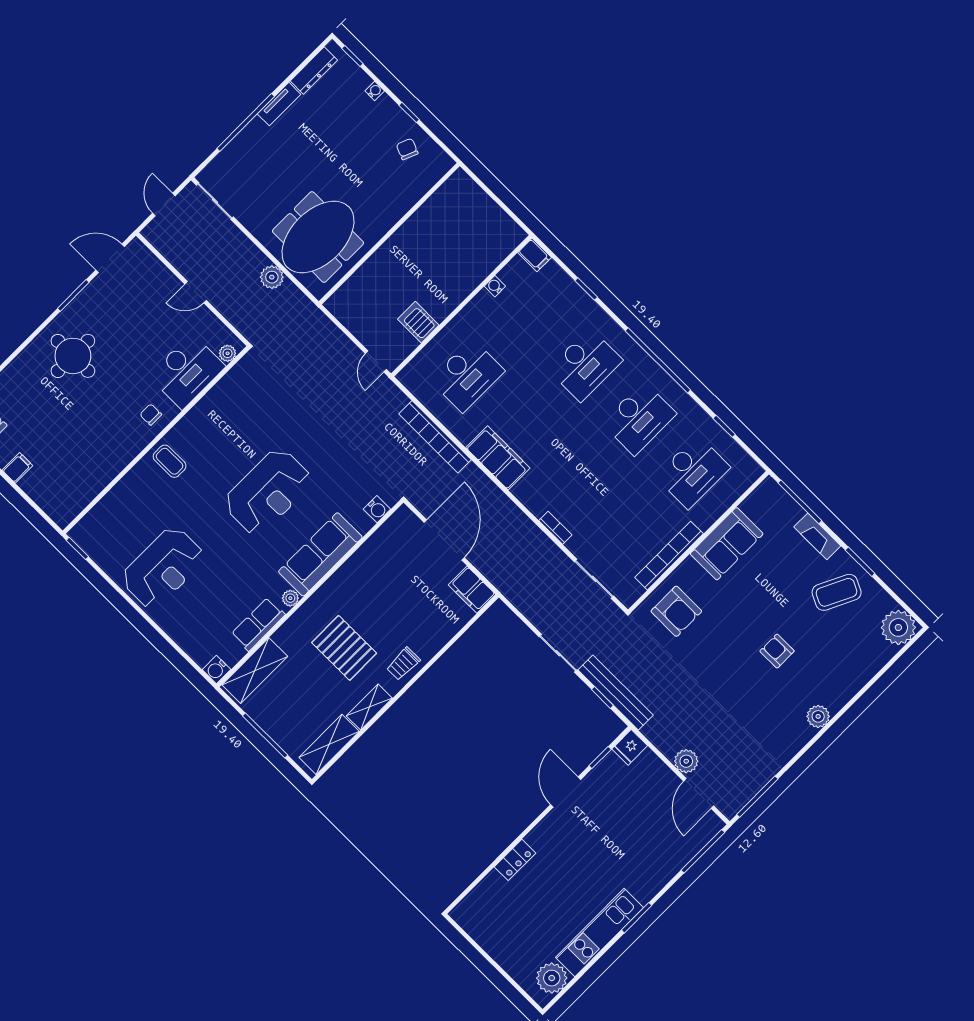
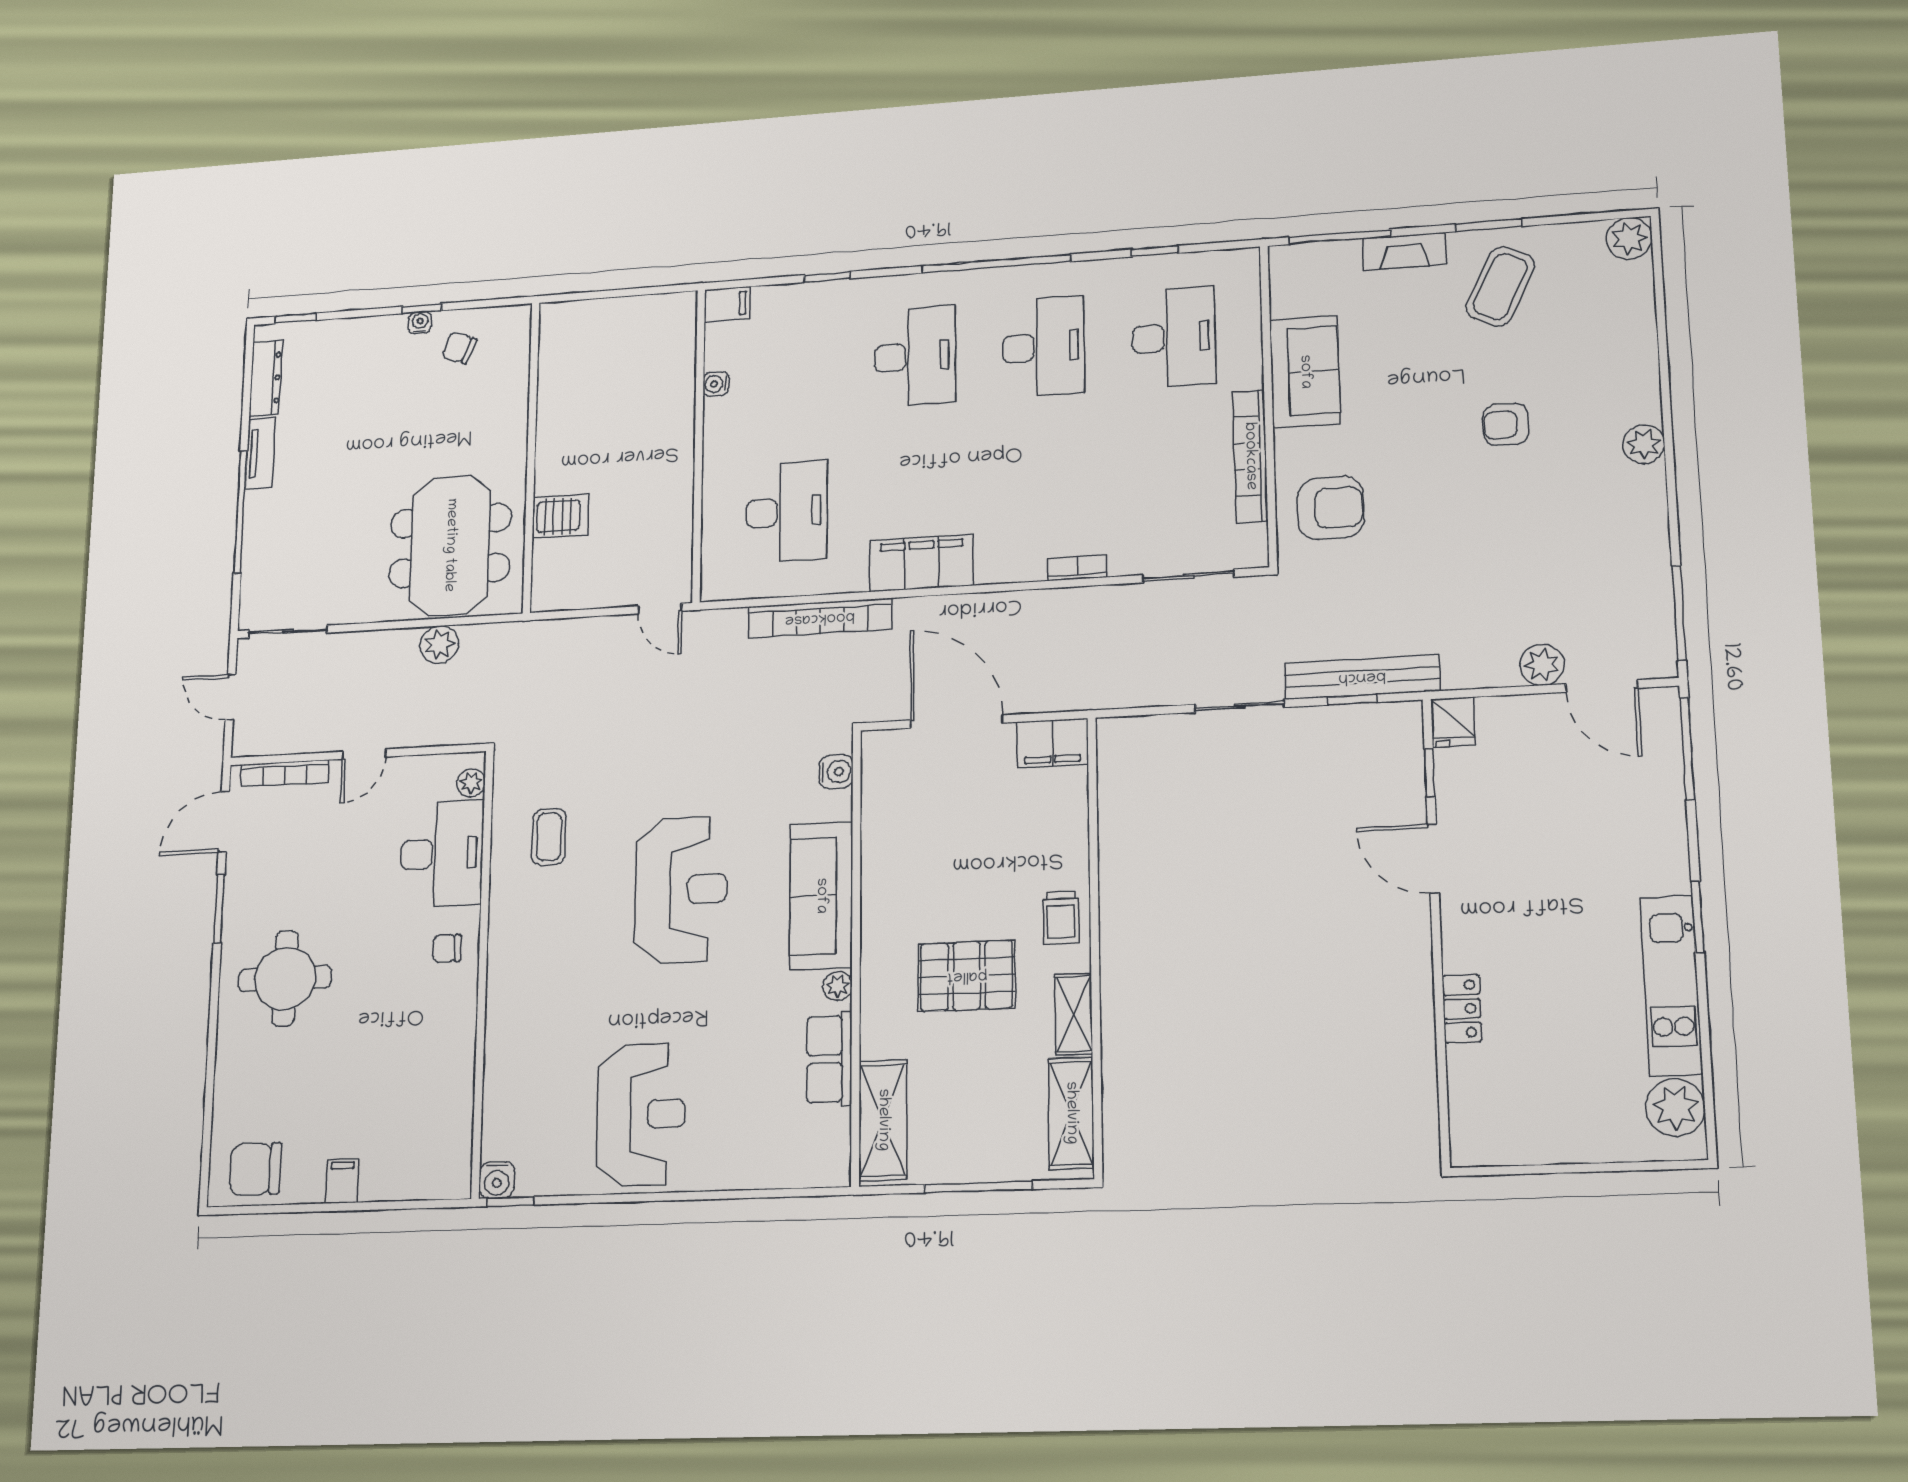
water cooler: (375, 91) -> (420, 323), moved
bookcase: (155, 265) -> (285, 773), added
server rack: (418, 322) -> (561, 516), moved, turned 180
coffee table: (170, 461) -> (549, 837), moved, turned 90
plant: (898, 627) -> (1629, 238), width x0.73, depth x0.73
water cooler: (216, 670) -> (497, 1180), moved

